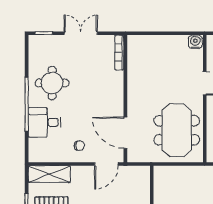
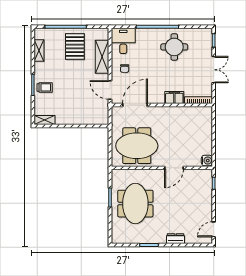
filing cabinet: (116, 83) -> (174, 98), added
desk: (44, 122) -> (123, 41), moved
shelving: (49, 174) -> (102, 57), moved

